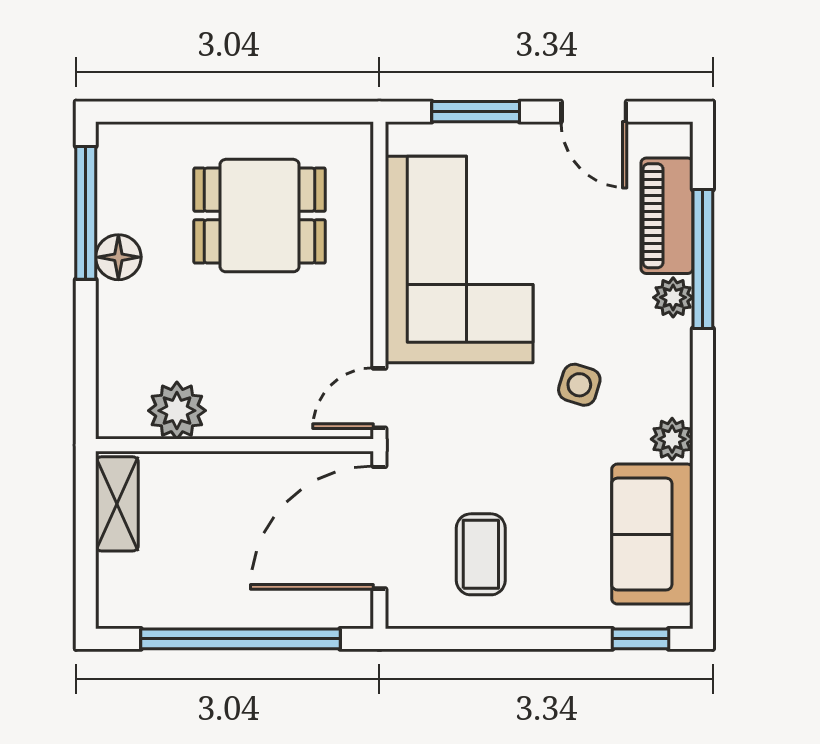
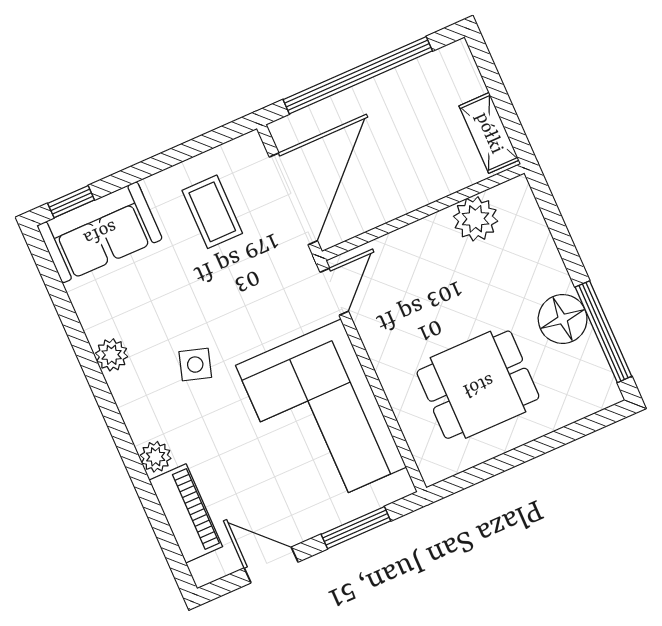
floor lamp: (118, 257) -> (563, 319), width x1.38, depth x1.38
window: (703, 259) -> (146, 494), removed
sofa: (652, 534) -> (100, 232), moved, turned 90

